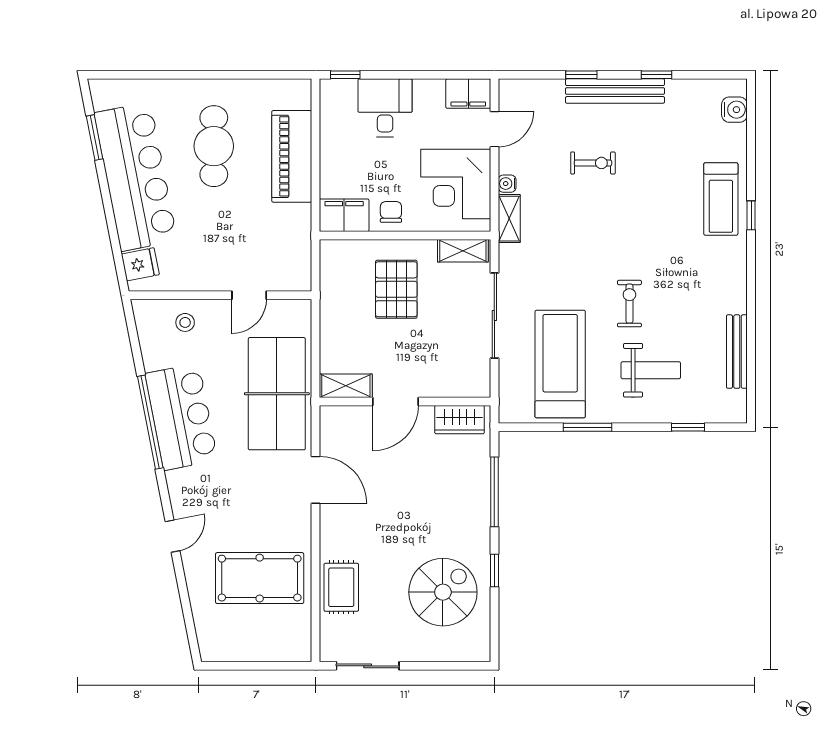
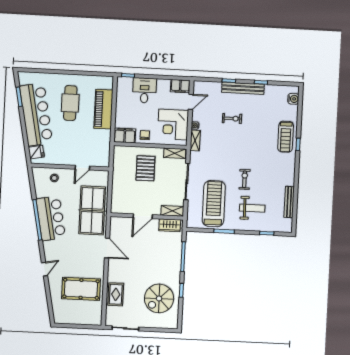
shelving: (346, 386) -> (172, 211), moved
spiral stairs: (443, 592) -> (159, 298), turned 180

